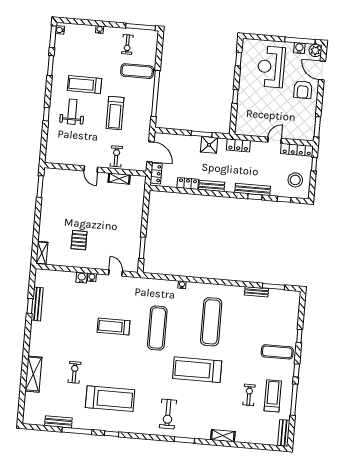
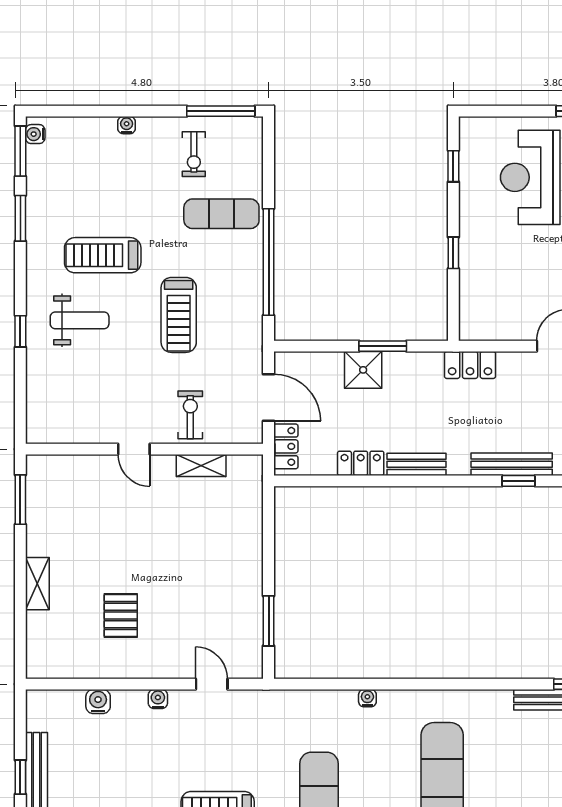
weight bench: (72, 112) -> (80, 320), turned 90
shower: (209, 145) -> (363, 370), moved
shelving: (42, 253) -> (37, 584), moved
water cooler: (82, 278) -> (98, 702), moved

